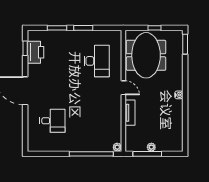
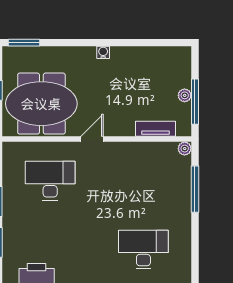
tv unit: (130, 113) -> (155, 129), moved
desk: (52, 121) -> (143, 250), width x1.37
window: (91, 154) -> (195, 189), width x0.68

